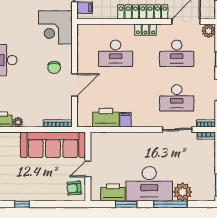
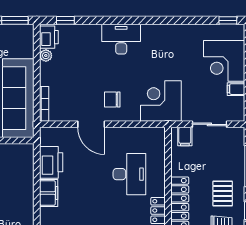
desk: (116, 53) -> (129, 174), turned 180
filing cabinet: (126, 120) -> (49, 193), width x2.00

